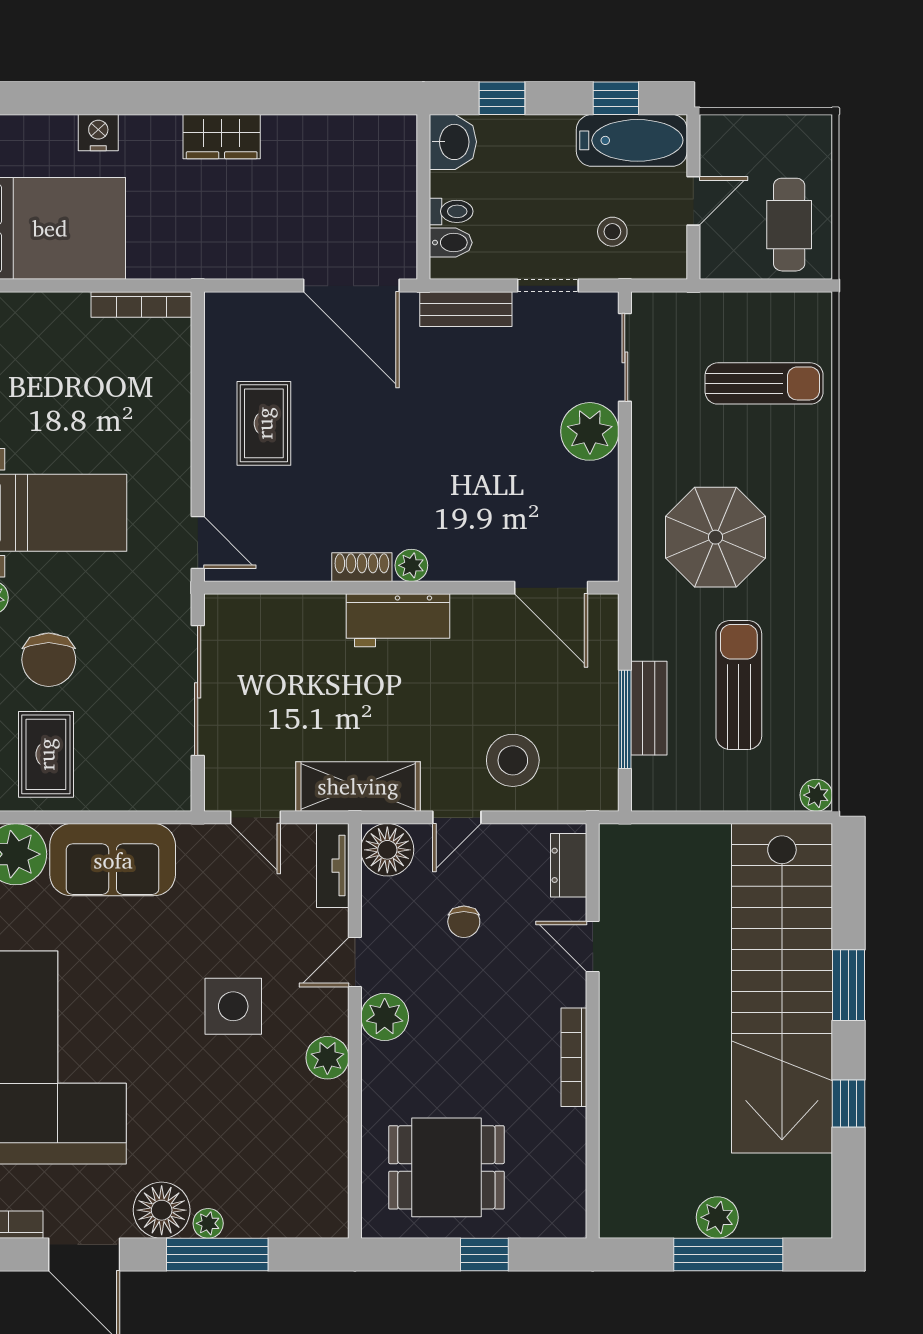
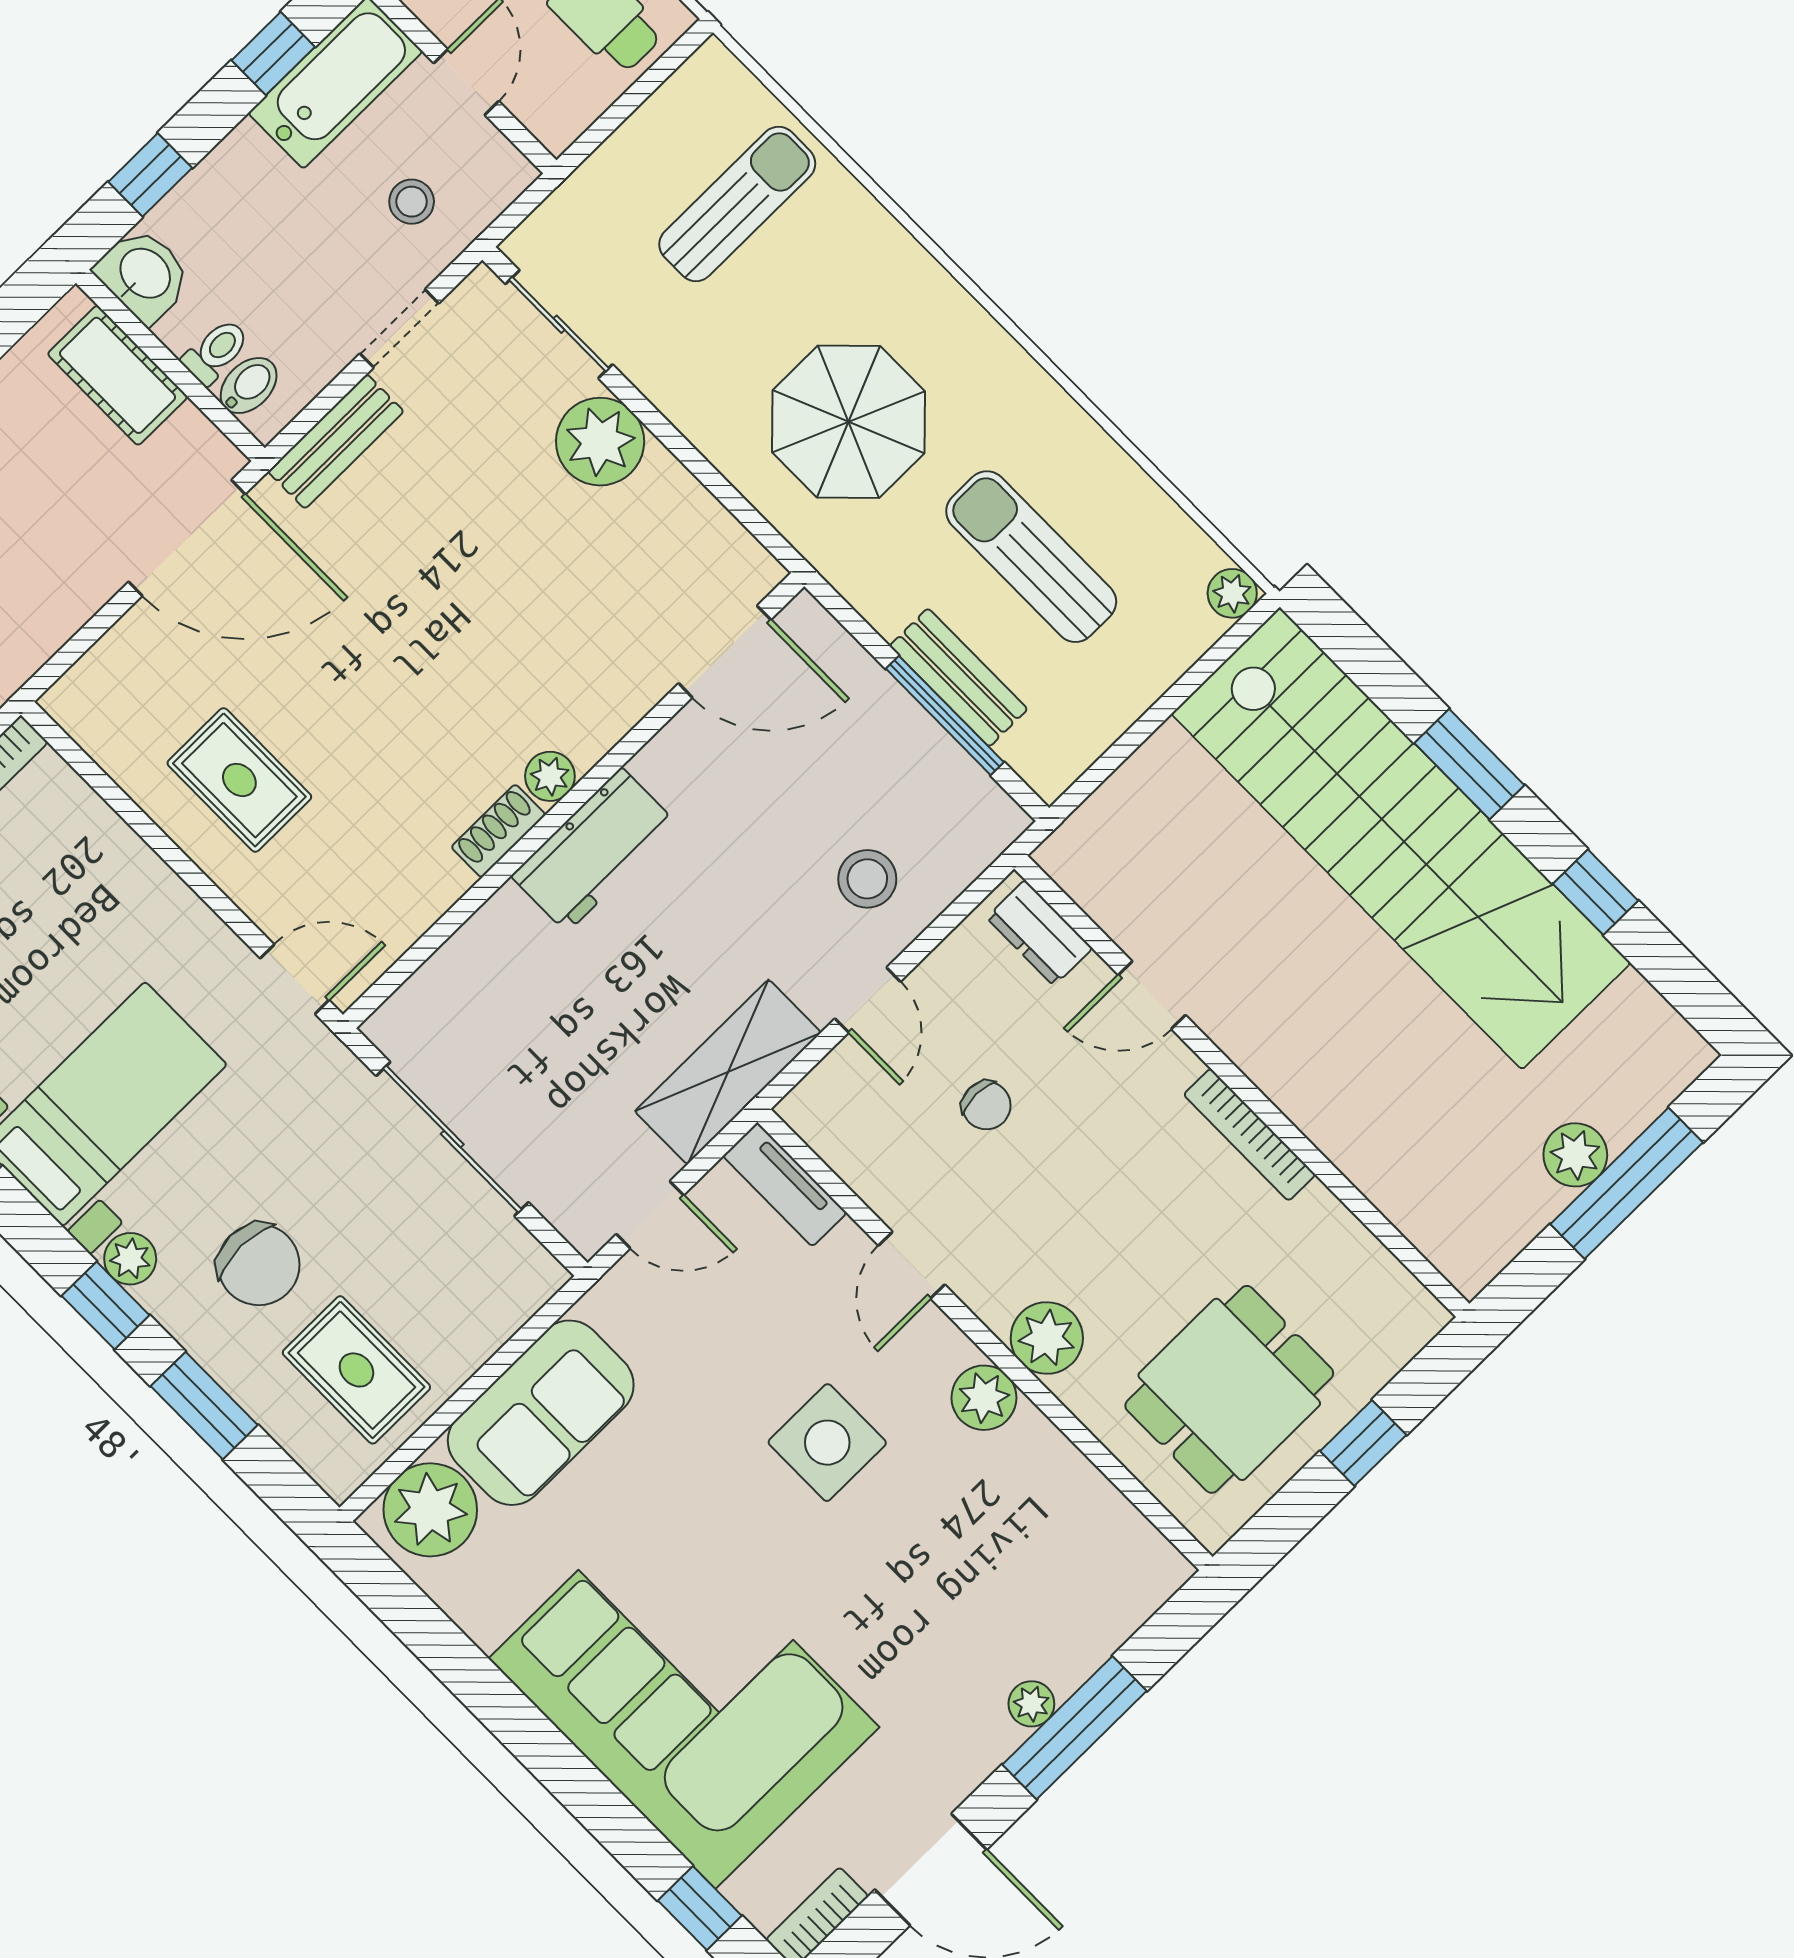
cot: (394, 177) -> (118, 375), added
stool: (513, 760) -> (867, 879), width x0.73, depth x0.73
floor lamp: (387, 850) -> (827, 1109), removed
plant: (385, 1017) -> (1047, 1338), moved
floor lamp: (162, 1210) -> (967, 1739), removed

